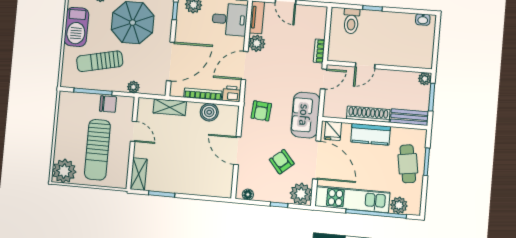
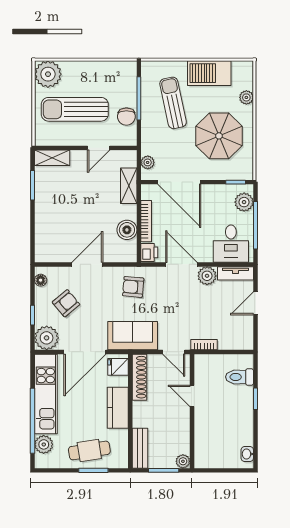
plant: (133, 87) -> (148, 162), moved
shoe rack: (368, 114) -> (139, 377), moved
armchair: (282, 162) -> (66, 303), moved

